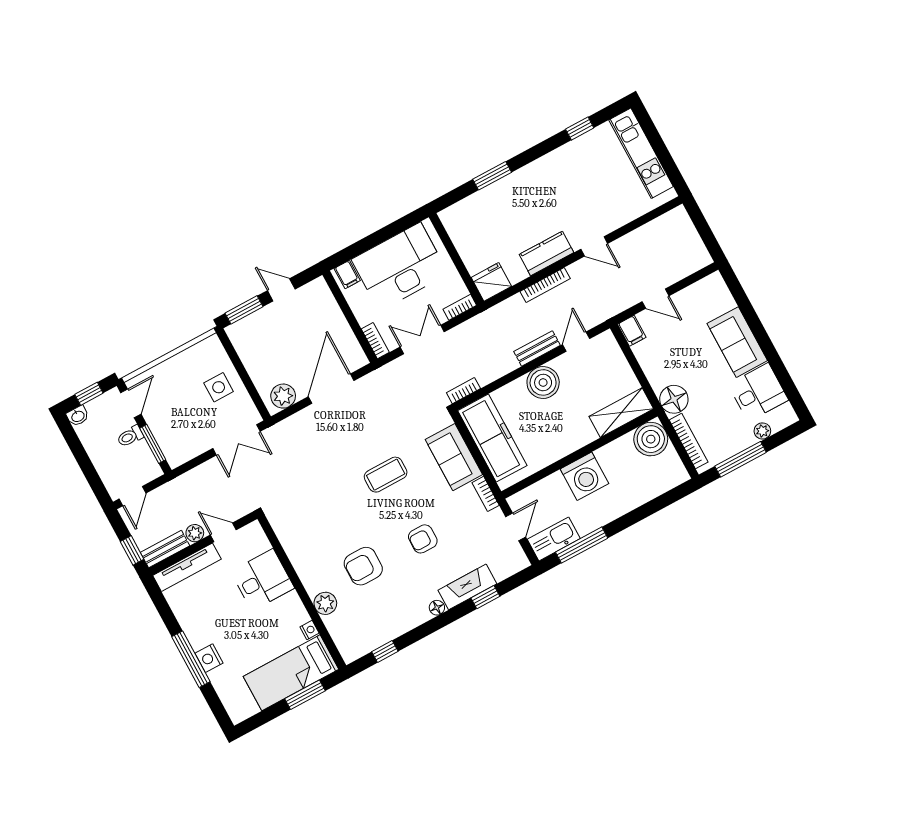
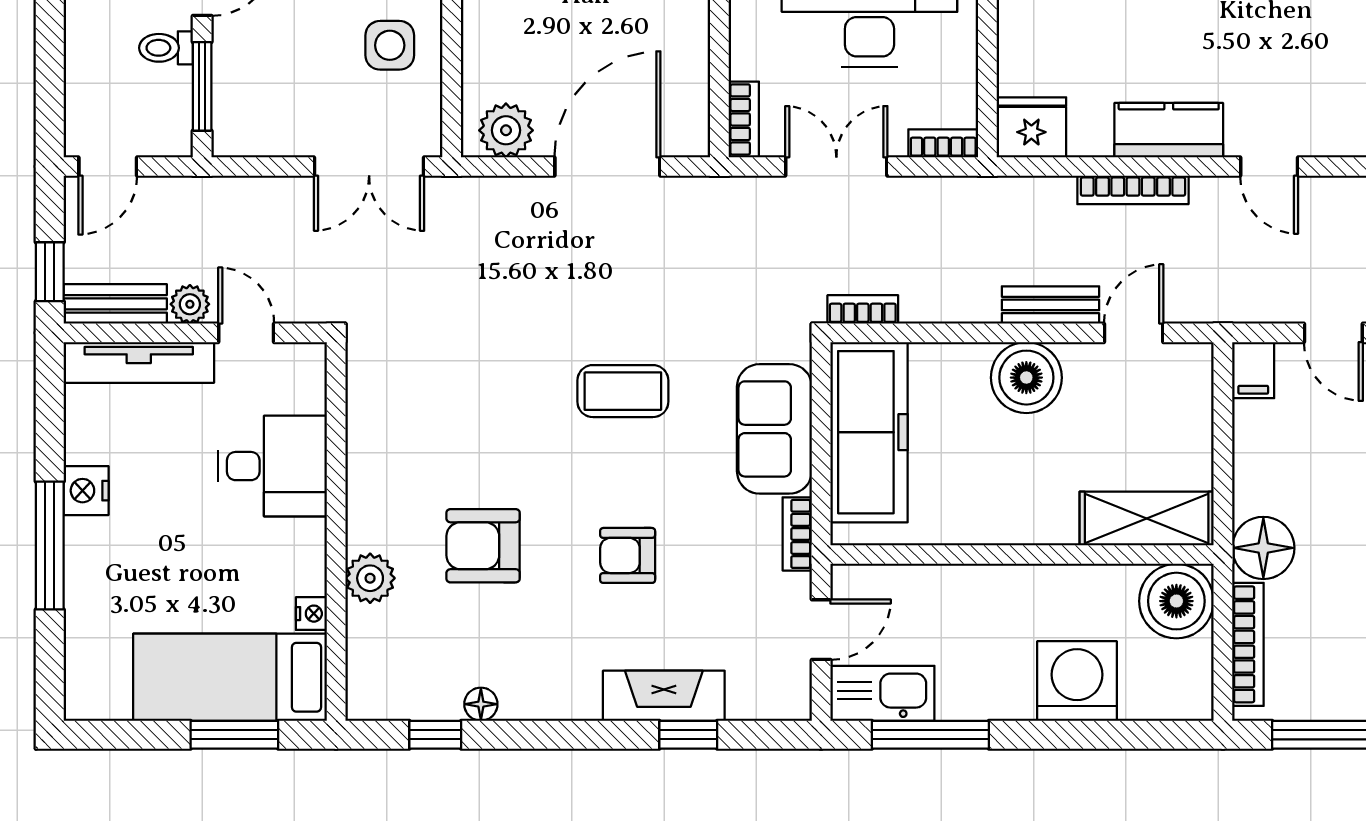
washing machine: (584, 476) -> (1077, 681), moved, turned 180
floor lamp: (437, 608) -> (481, 704), moved
nightstand: (209, 658) -> (86, 491), moved

